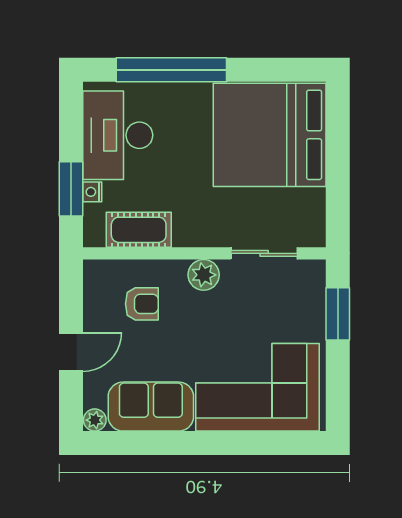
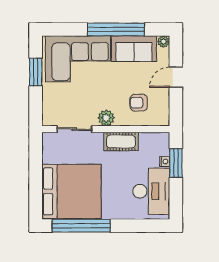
window: (171, 70) -> (81, 226), moved
cot: (139, 230) -> (121, 142), moved
window: (338, 314) -> (36, 72), moved
window: (185, 443) -> (116, 29), added

